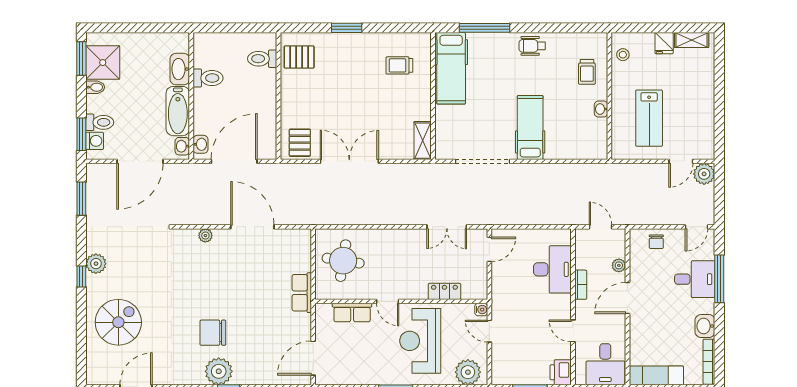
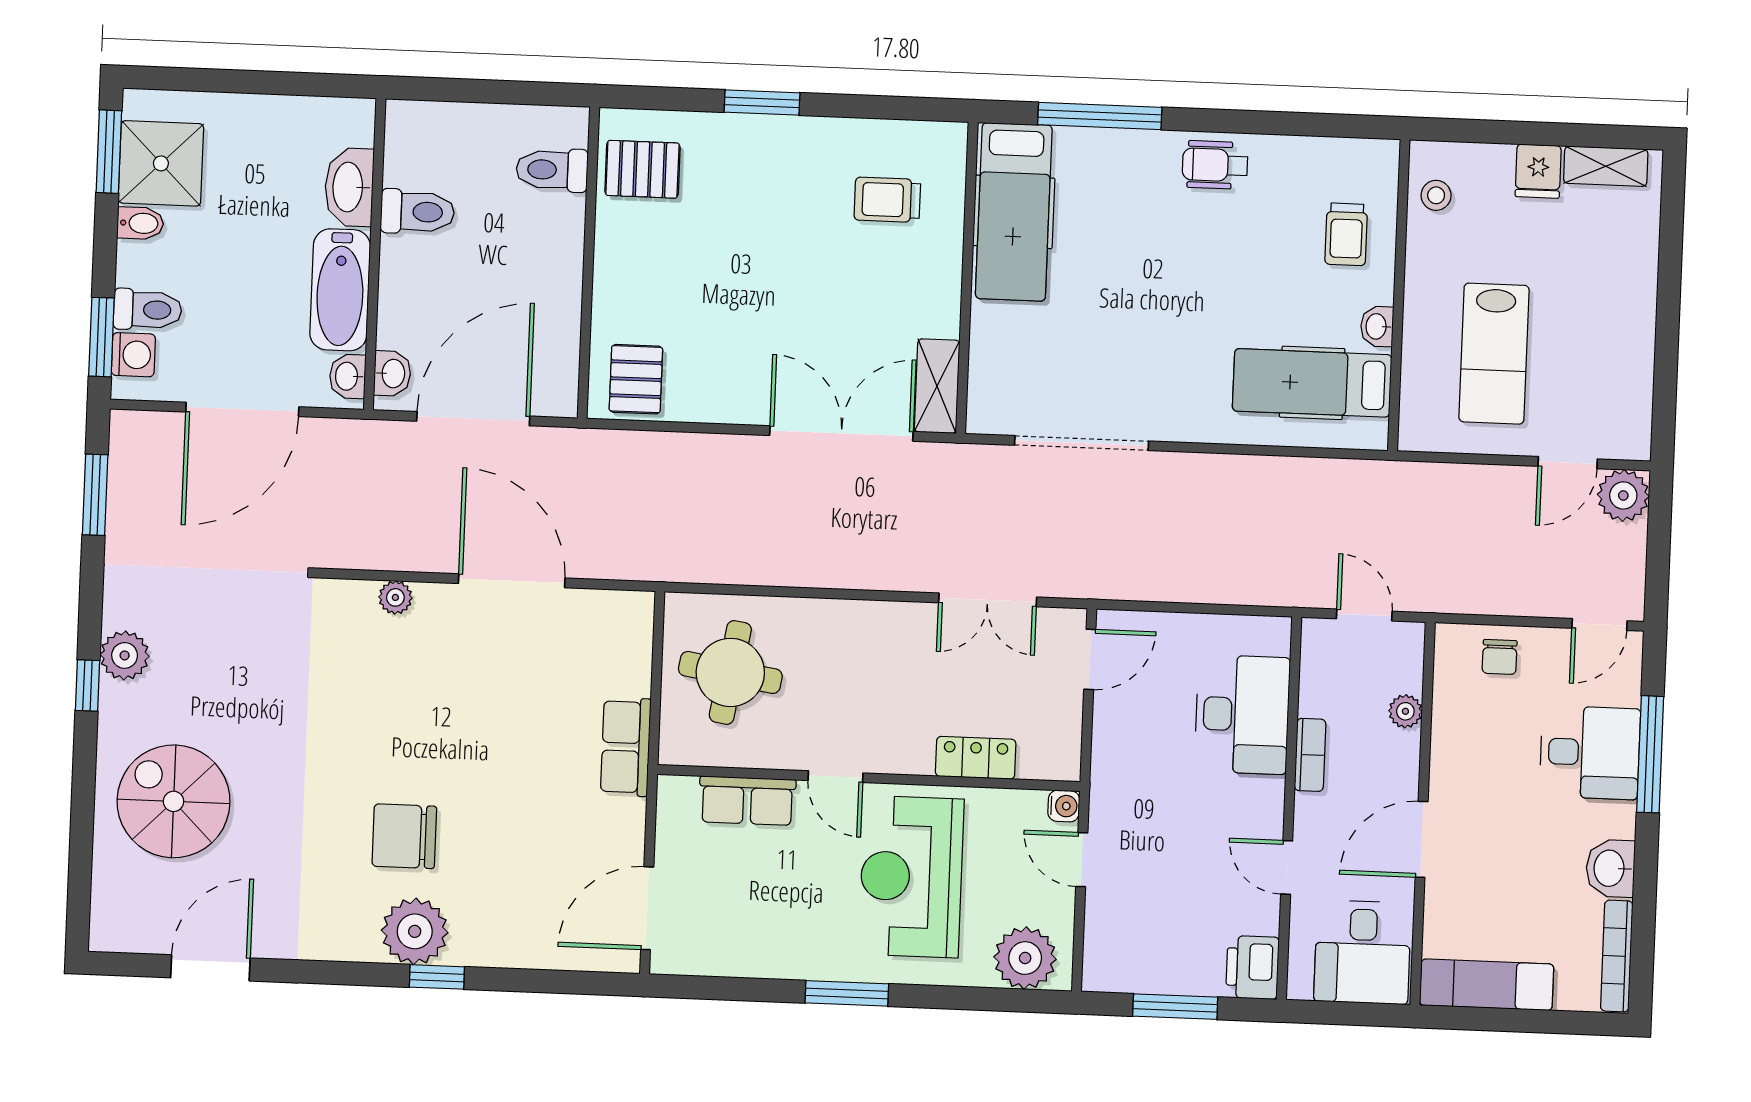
hospital bed: (530, 128) -> (1312, 383), moved, turned -90
double door: (349, 161) -> (841, 433), moved
door: (627, 298) -> (1422, 839), moved
spiral stairs: (118, 322) -> (174, 801), turned -90

